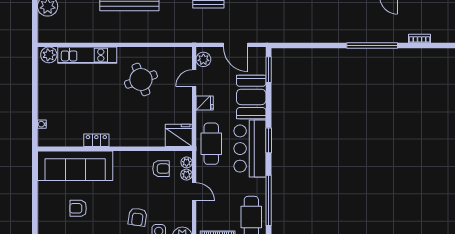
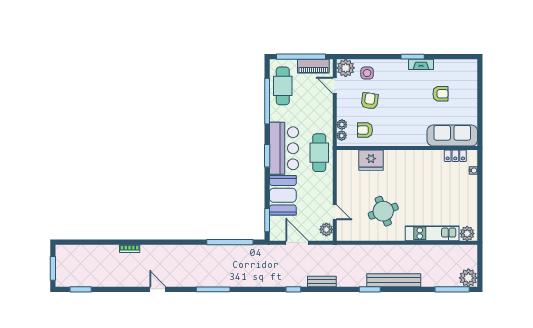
window: (372, 45) -> (230, 242), moved
door: (194, 78) -> (335, 212), hinge flipped
fridge: (205, 103) -> (325, 190), removed
fridge: (179, 135) -> (371, 160), moved
locker: (96, 140) -> (455, 156), moved
sofa: (75, 166) -> (452, 136), width x0.74, depth x0.79
door: (194, 192) -> (335, 86), moved
armchair: (138, 217) -> (370, 101), moved

